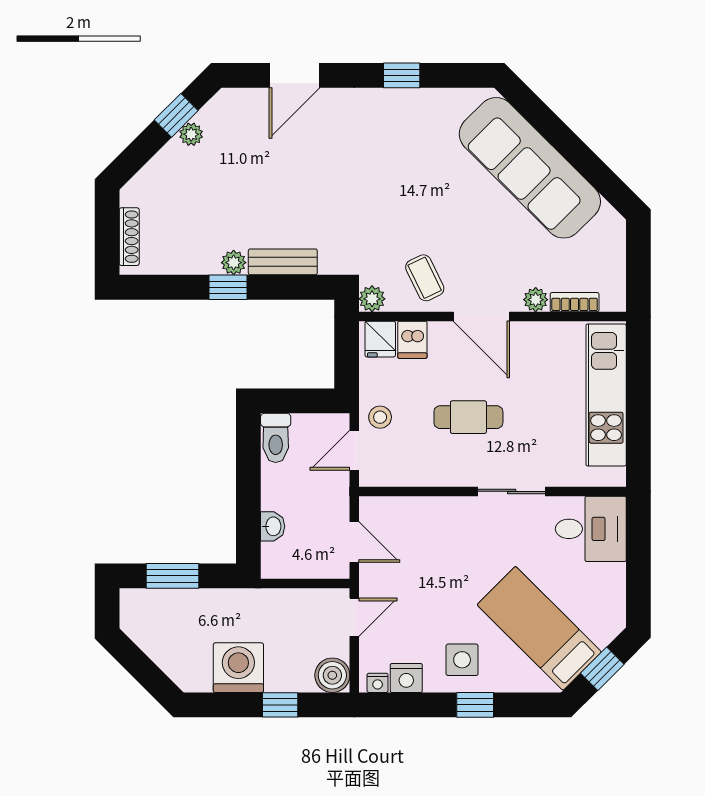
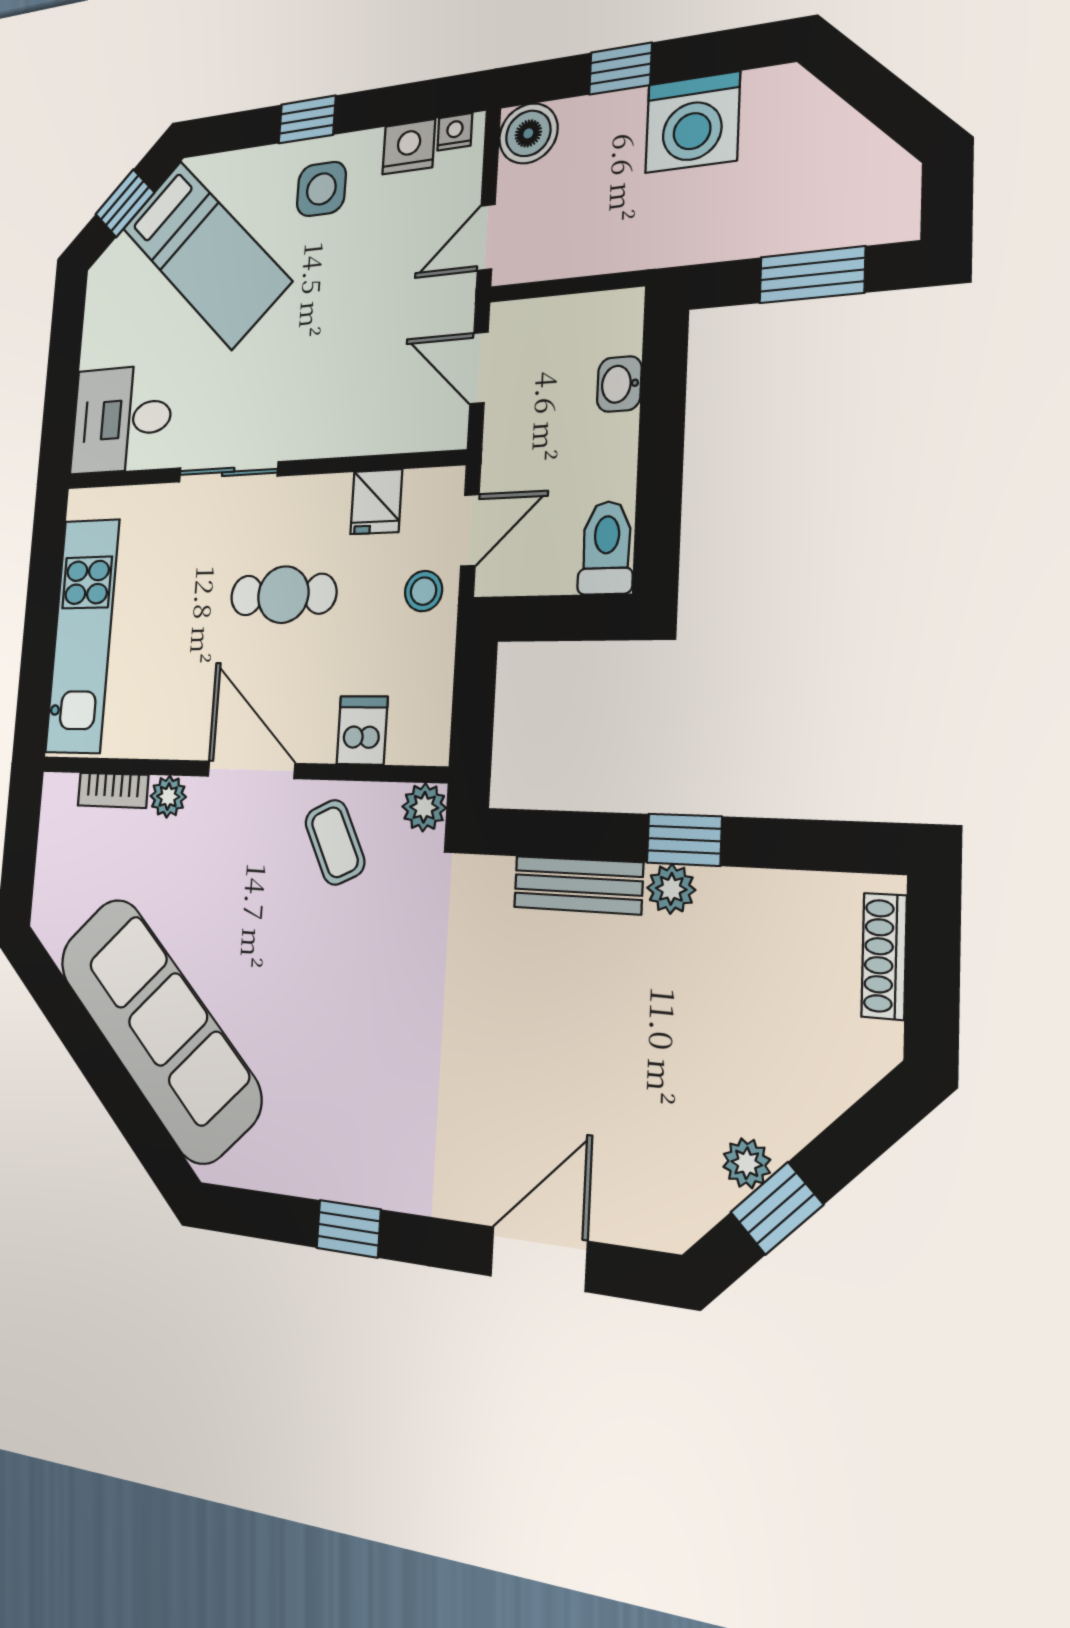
fridge: (380, 339) -> (376, 502), moved, turned 180

